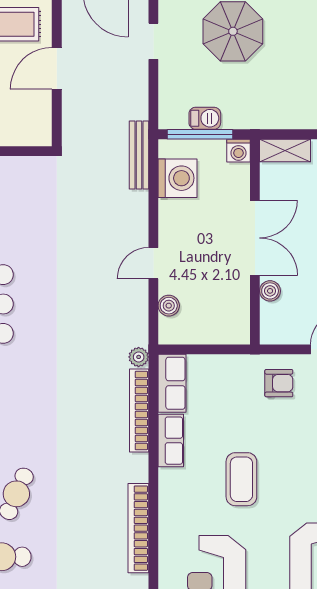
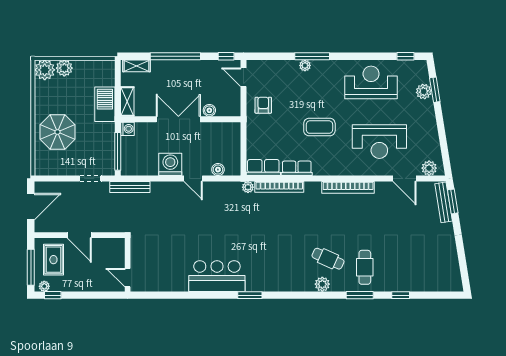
doorway: (153, 41) -> (90, 179), moved
barbecue: (205, 118) -> (105, 104), moved, width x1.88, depth x1.53
washing machine: (178, 178) -> (170, 164), moved

